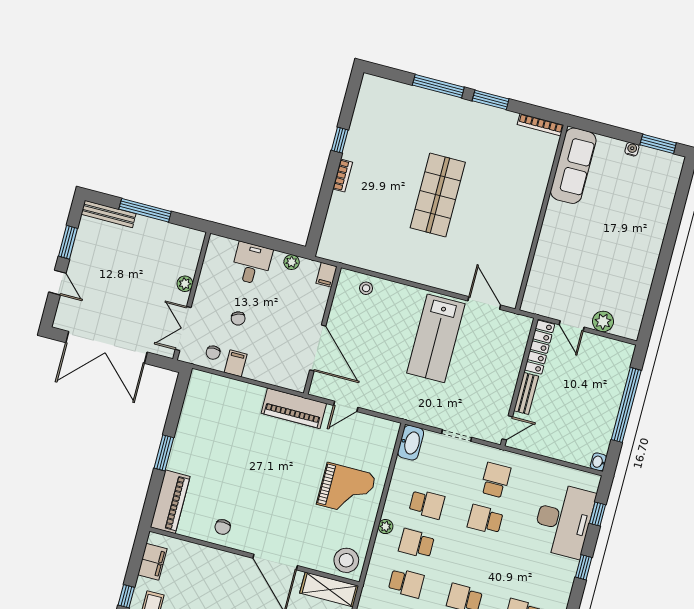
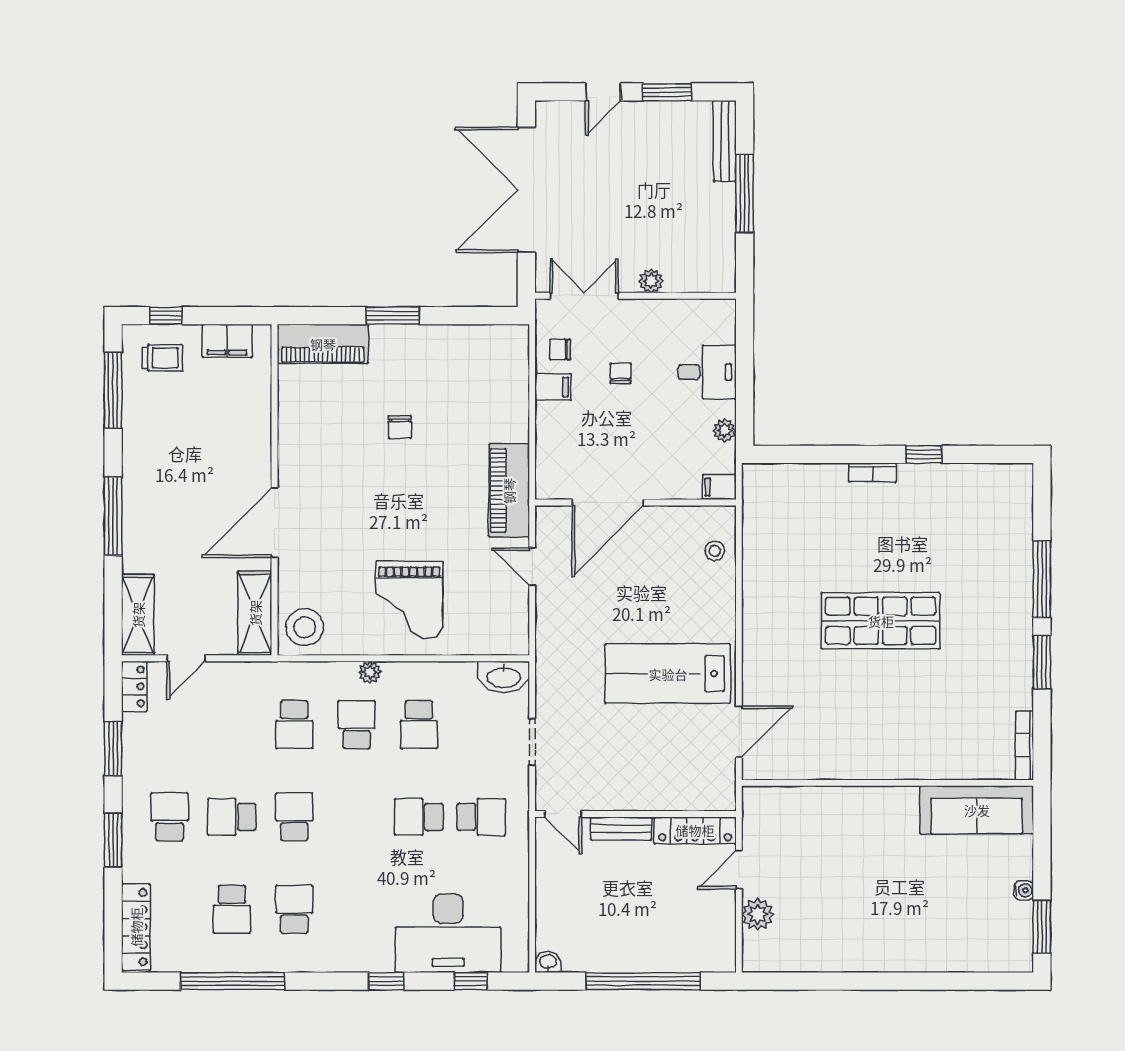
chair: (238, 318) -> (620, 373), turned 109
school desk: (485, 519) -> (419, 817), turned -90
chair: (223, 527) -> (400, 427), moved, turned -90

